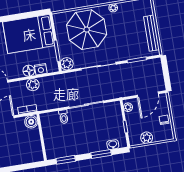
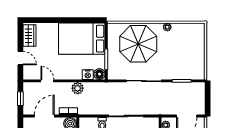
bench: (151, 33) -> (200, 58), removed
plant: (67, 64) -> (114, 74), removed
floor lamp: (29, 71) -> (99, 74), moved

